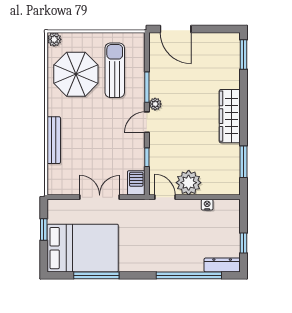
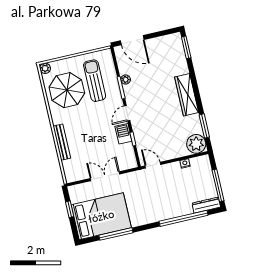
plant: (155, 104) -> (126, 80), moved
barbecue: (136, 183) -> (123, 134), moved
plant: (189, 183) -> (196, 144), moved
window: (243, 243) -> (218, 185), width x2.17

